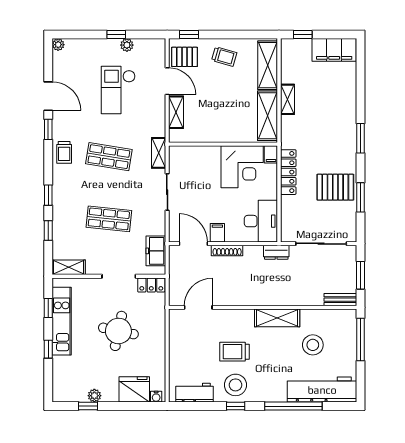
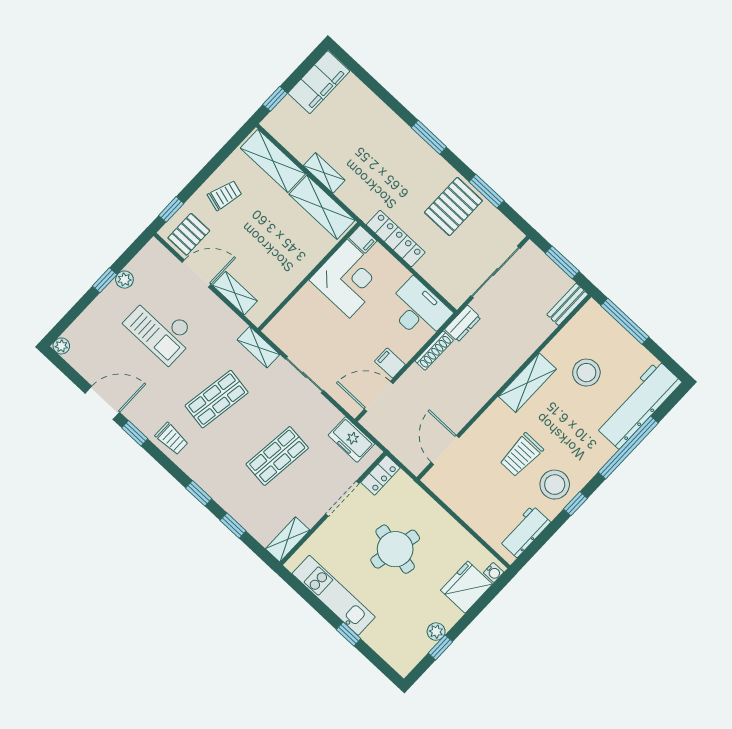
shoe rack: (227, 251) -> (434, 351), moved
window: (48, 308) -> (309, 596), removed

